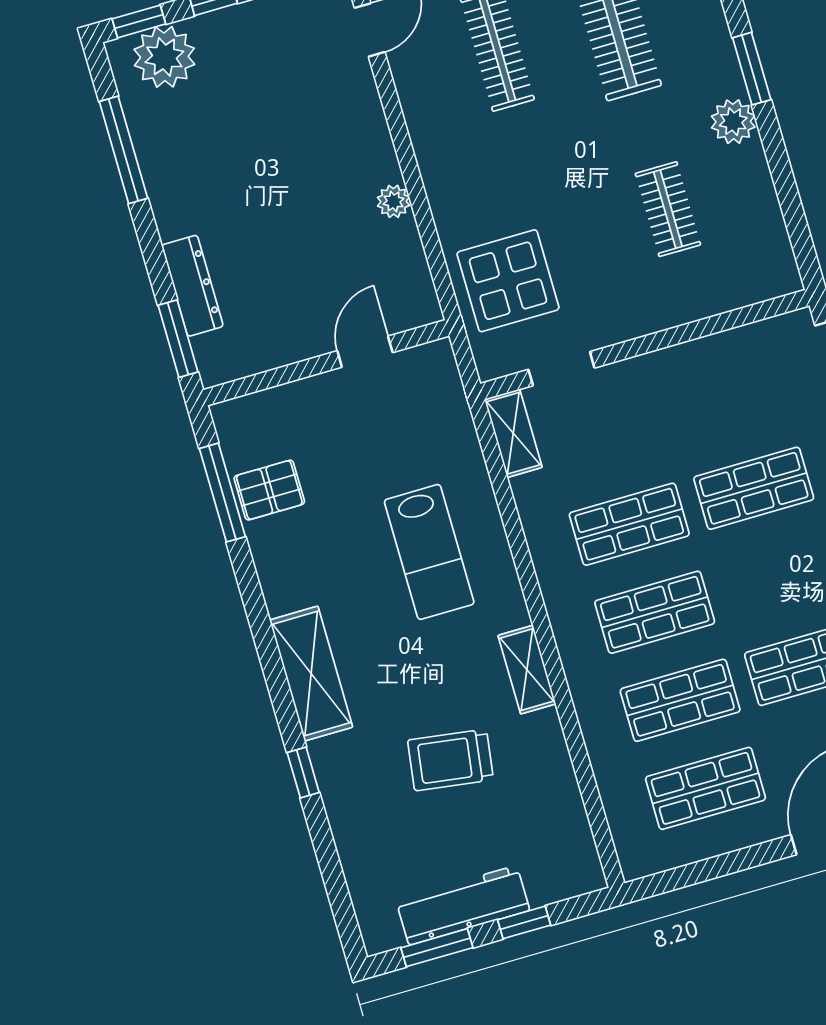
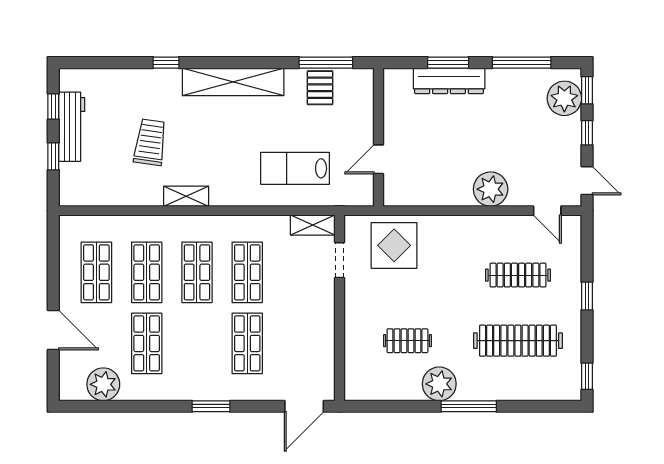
window: (752, 69) -> (469, 406), width x1.44
plant: (733, 122) -> (439, 384), width x1.36, depth x1.36
plant: (394, 201) -> (491, 189), moved, width x1.88, depth x1.88
dresser: (192, 286) -> (449, 81), width x1.37, depth x1.24
window: (178, 339) -> (448, 63), moved
door: (365, 352) -> (378, 159), swing flipped
lab bench: (429, 552) -> (295, 168), moved
shelving: (311, 674) -> (233, 82), width x1.47
window: (437, 948) -> (53, 106), width x0.67

